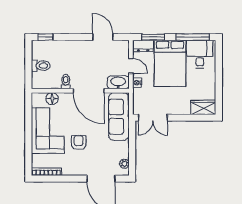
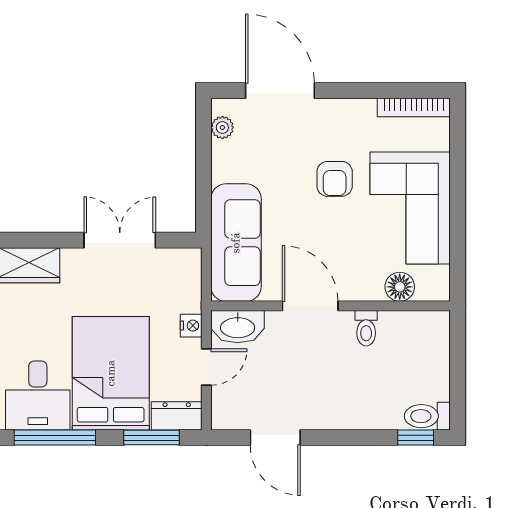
toilet: (41, 66) -> (427, 416), moved
door: (131, 66) -> (206, 367), swing flipped
door: (89, 91) -> (310, 306), width x0.73
double door: (153, 118) -> (120, 240), moved

